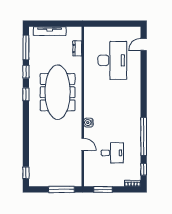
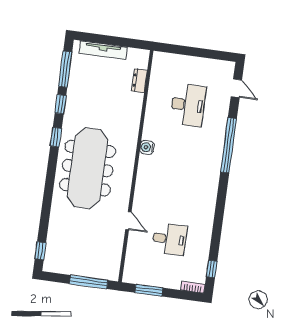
door: (144, 45) -> (236, 88), swing flipped
desk: (112, 60) -> (188, 105), width x0.73, depth x0.77
meeting table: (58, 92) -> (88, 168), moved
water cooler: (89, 123) -> (147, 147), moved
window: (144, 136) -> (229, 145), moved

